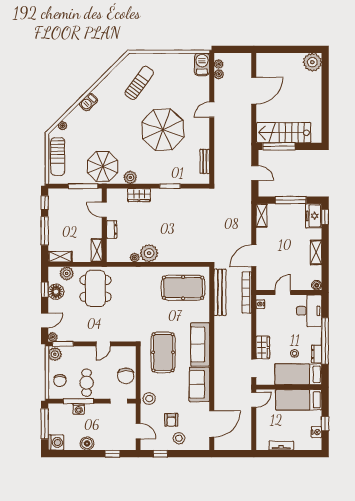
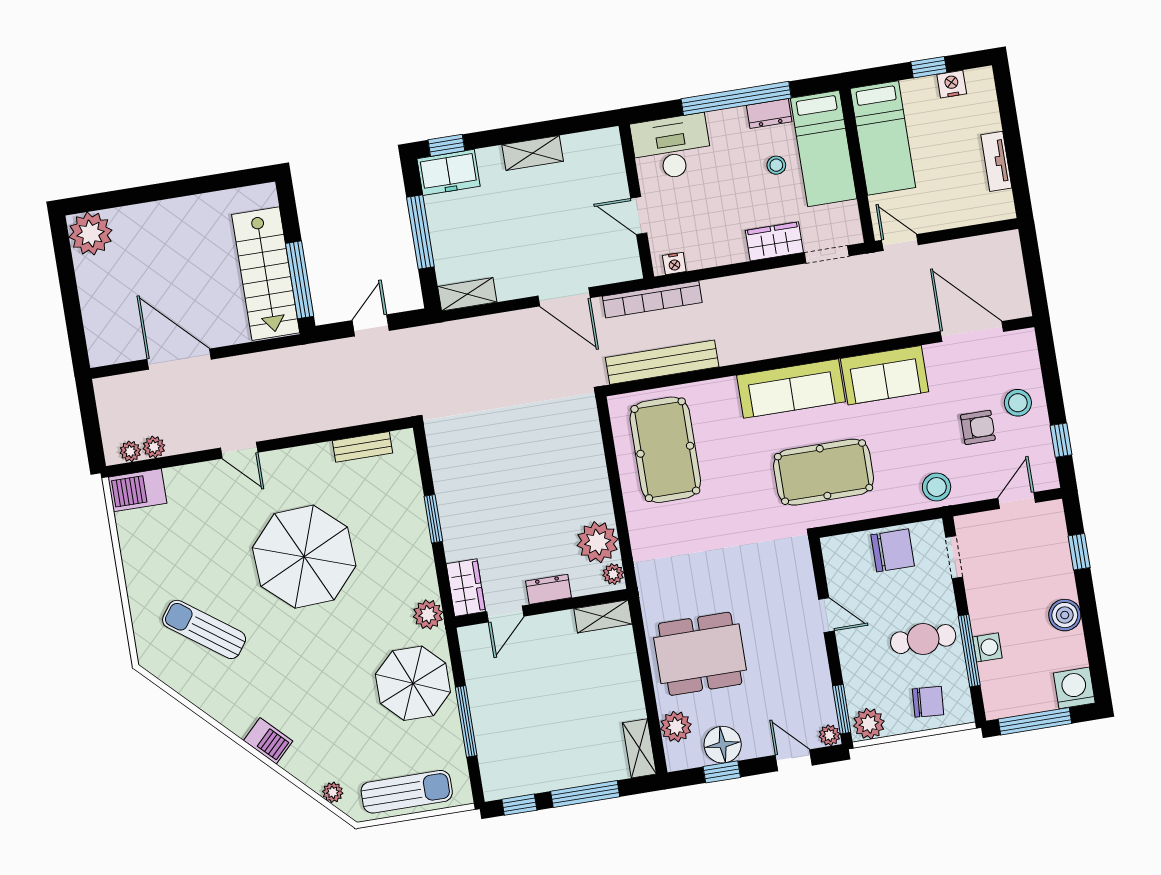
door: (104, 210) -> (505, 614), moved
wall: (104, 225) -> (541, 608), moved
dresser: (112, 229) -> (548, 589), moved
shelving: (97, 250) -> (603, 616), moved
boiler: (317, 285) -> (609, 139), removed

